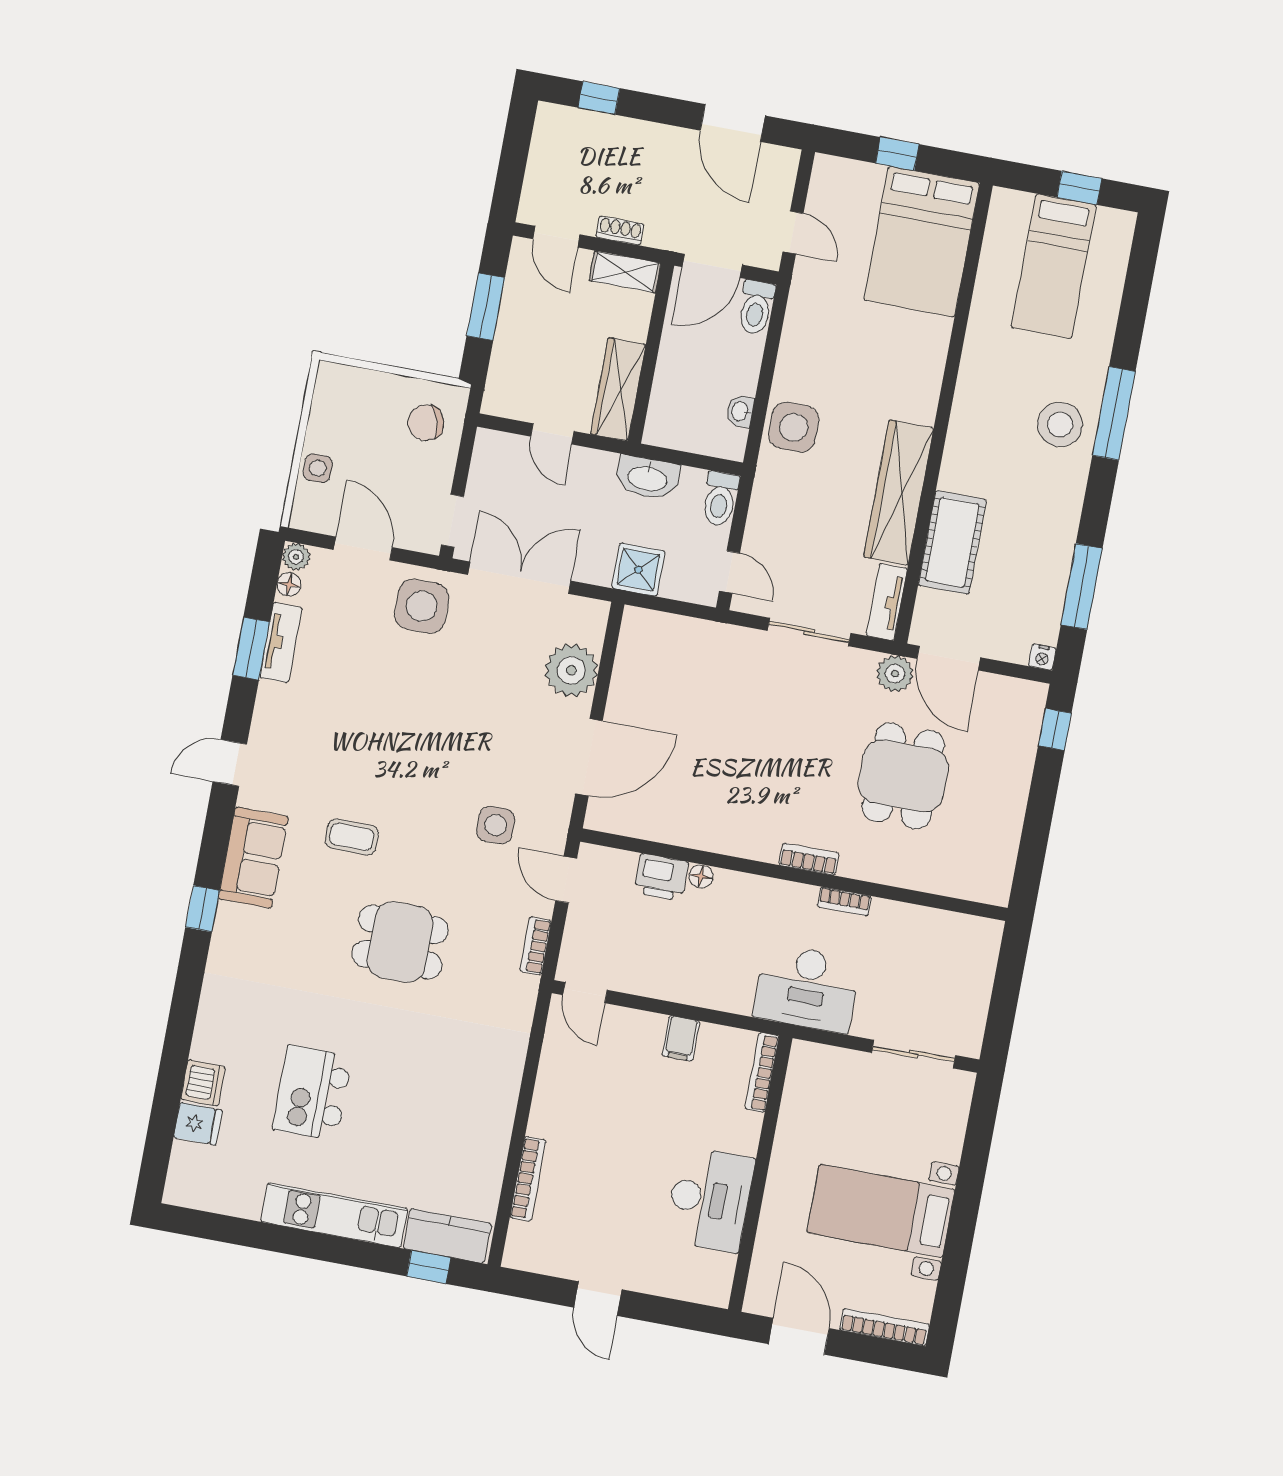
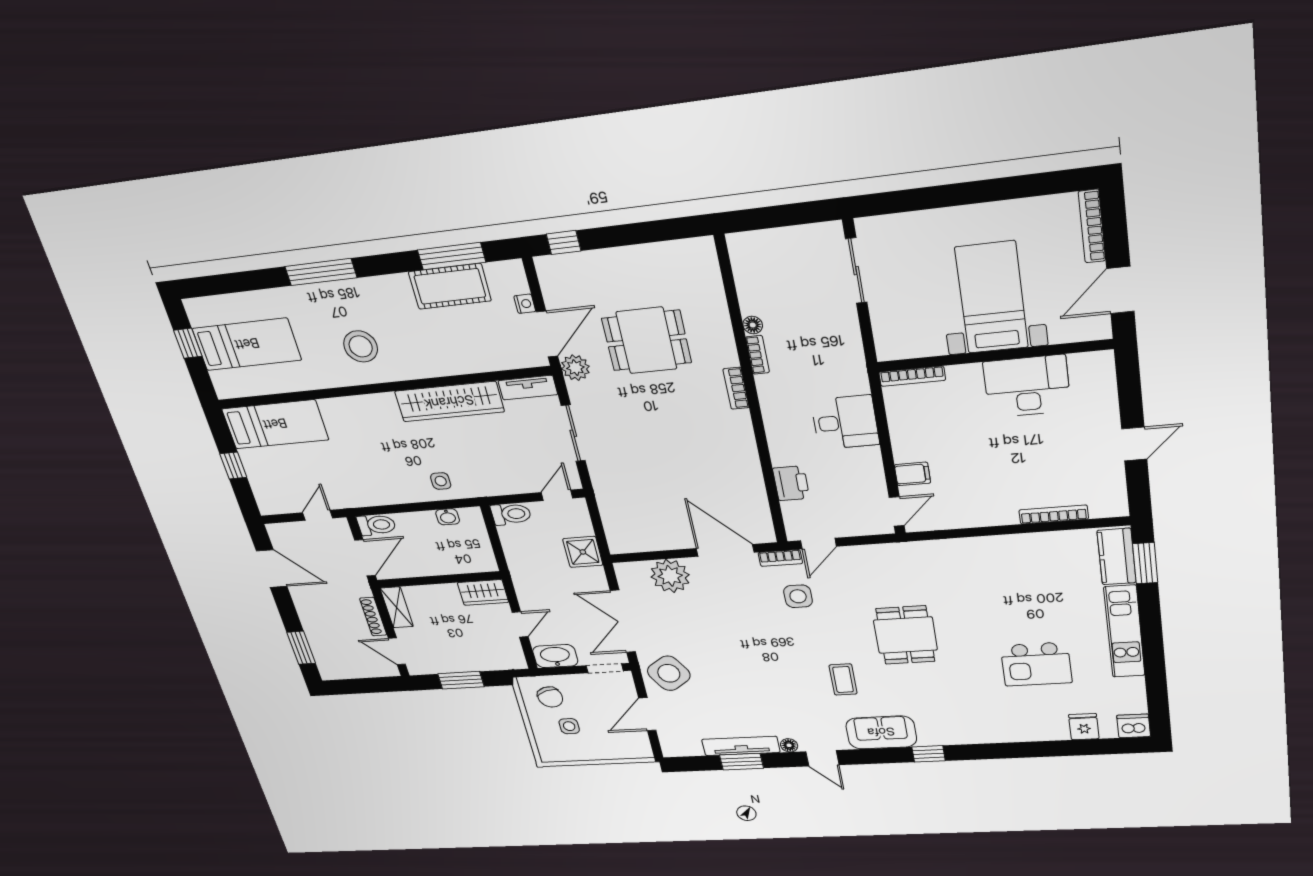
window: (599, 98) -> (301, 648), width x1.50
door: (733, 123) -> (272, 569), hinge flipped
shoe rack: (620, 231) -> (373, 617), width x1.43
door: (556, 237) -> (397, 651), swing flipped
bed: (922, 242) -> (275, 424), width x0.67
door: (712, 266) -> (365, 558), hinge flipped
wardrobe: (618, 389) -> (483, 592), width x0.67
stool: (1060, 425) -> (361, 346), moved
side table: (794, 427) -> (441, 481), width x0.54, depth x0.54
side table: (318, 468) -> (569, 726), moved
washbasin: (648, 478) -> (555, 656), moved, turned -90
cot: (952, 542) -> (450, 286), moved
plant: (296, 557) -> (671, 749), removed
floor lamp: (289, 584) -> (789, 745), moved
side table: (422, 606) -> (669, 673), turned -34
tv unit: (281, 643) -> (741, 746), width x1.41
nightstand: (1042, 657) -> (525, 304), moved
floor lamp: (701, 876) -> (753, 325), moved
bookcase: (536, 946) -> (780, 558), moved
desk: (807, 988) -> (845, 422), moved, width x0.73
filing cabinet: (681, 1038) -> (912, 474), moved
dishwasher: (203, 1083) -> (1134, 726), moved
bed with nightstands: (881, 1211) -> (992, 298), moved, turned 180
window: (429, 1267) -> (1145, 563), width x1.50

